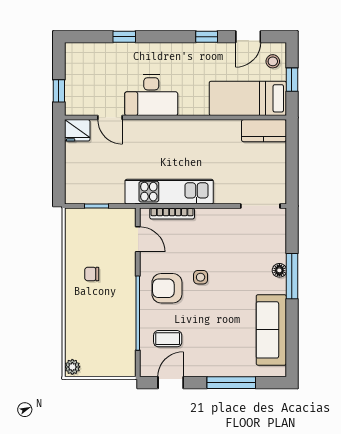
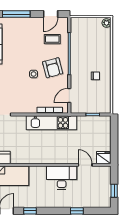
window: (59, 91) -> (114, 191), moved
door: (138, 239) -> (69, 96), hinge flipped
armchair: (167, 288) -> (53, 68), turned 75

